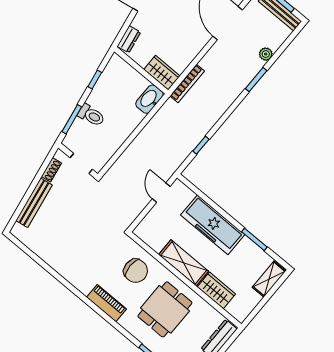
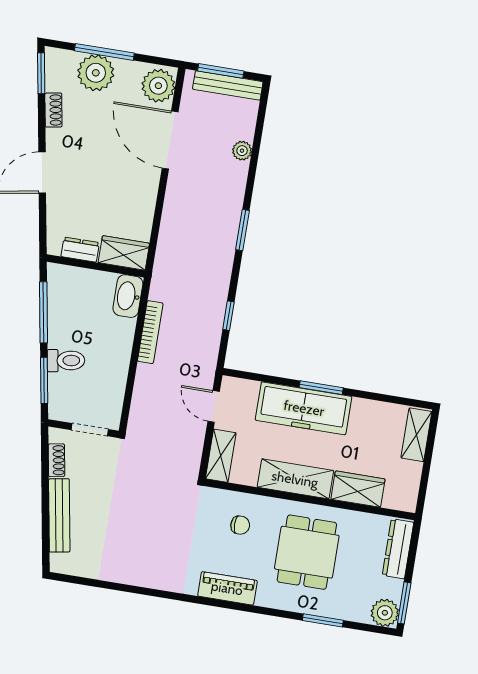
dresser: (129, 39) -> (80, 250), moved, turned -80
window: (95, 79) -> (43, 312), width x2.17
window: (256, 80) -> (242, 230), moved
bookcase: (187, 83) -> (150, 332), moved
shelving: (148, 224) -> (221, 456), added
window: (254, 239) -> (321, 388), moved
chair: (136, 271) -> (240, 525), width x0.54, depth x0.54

